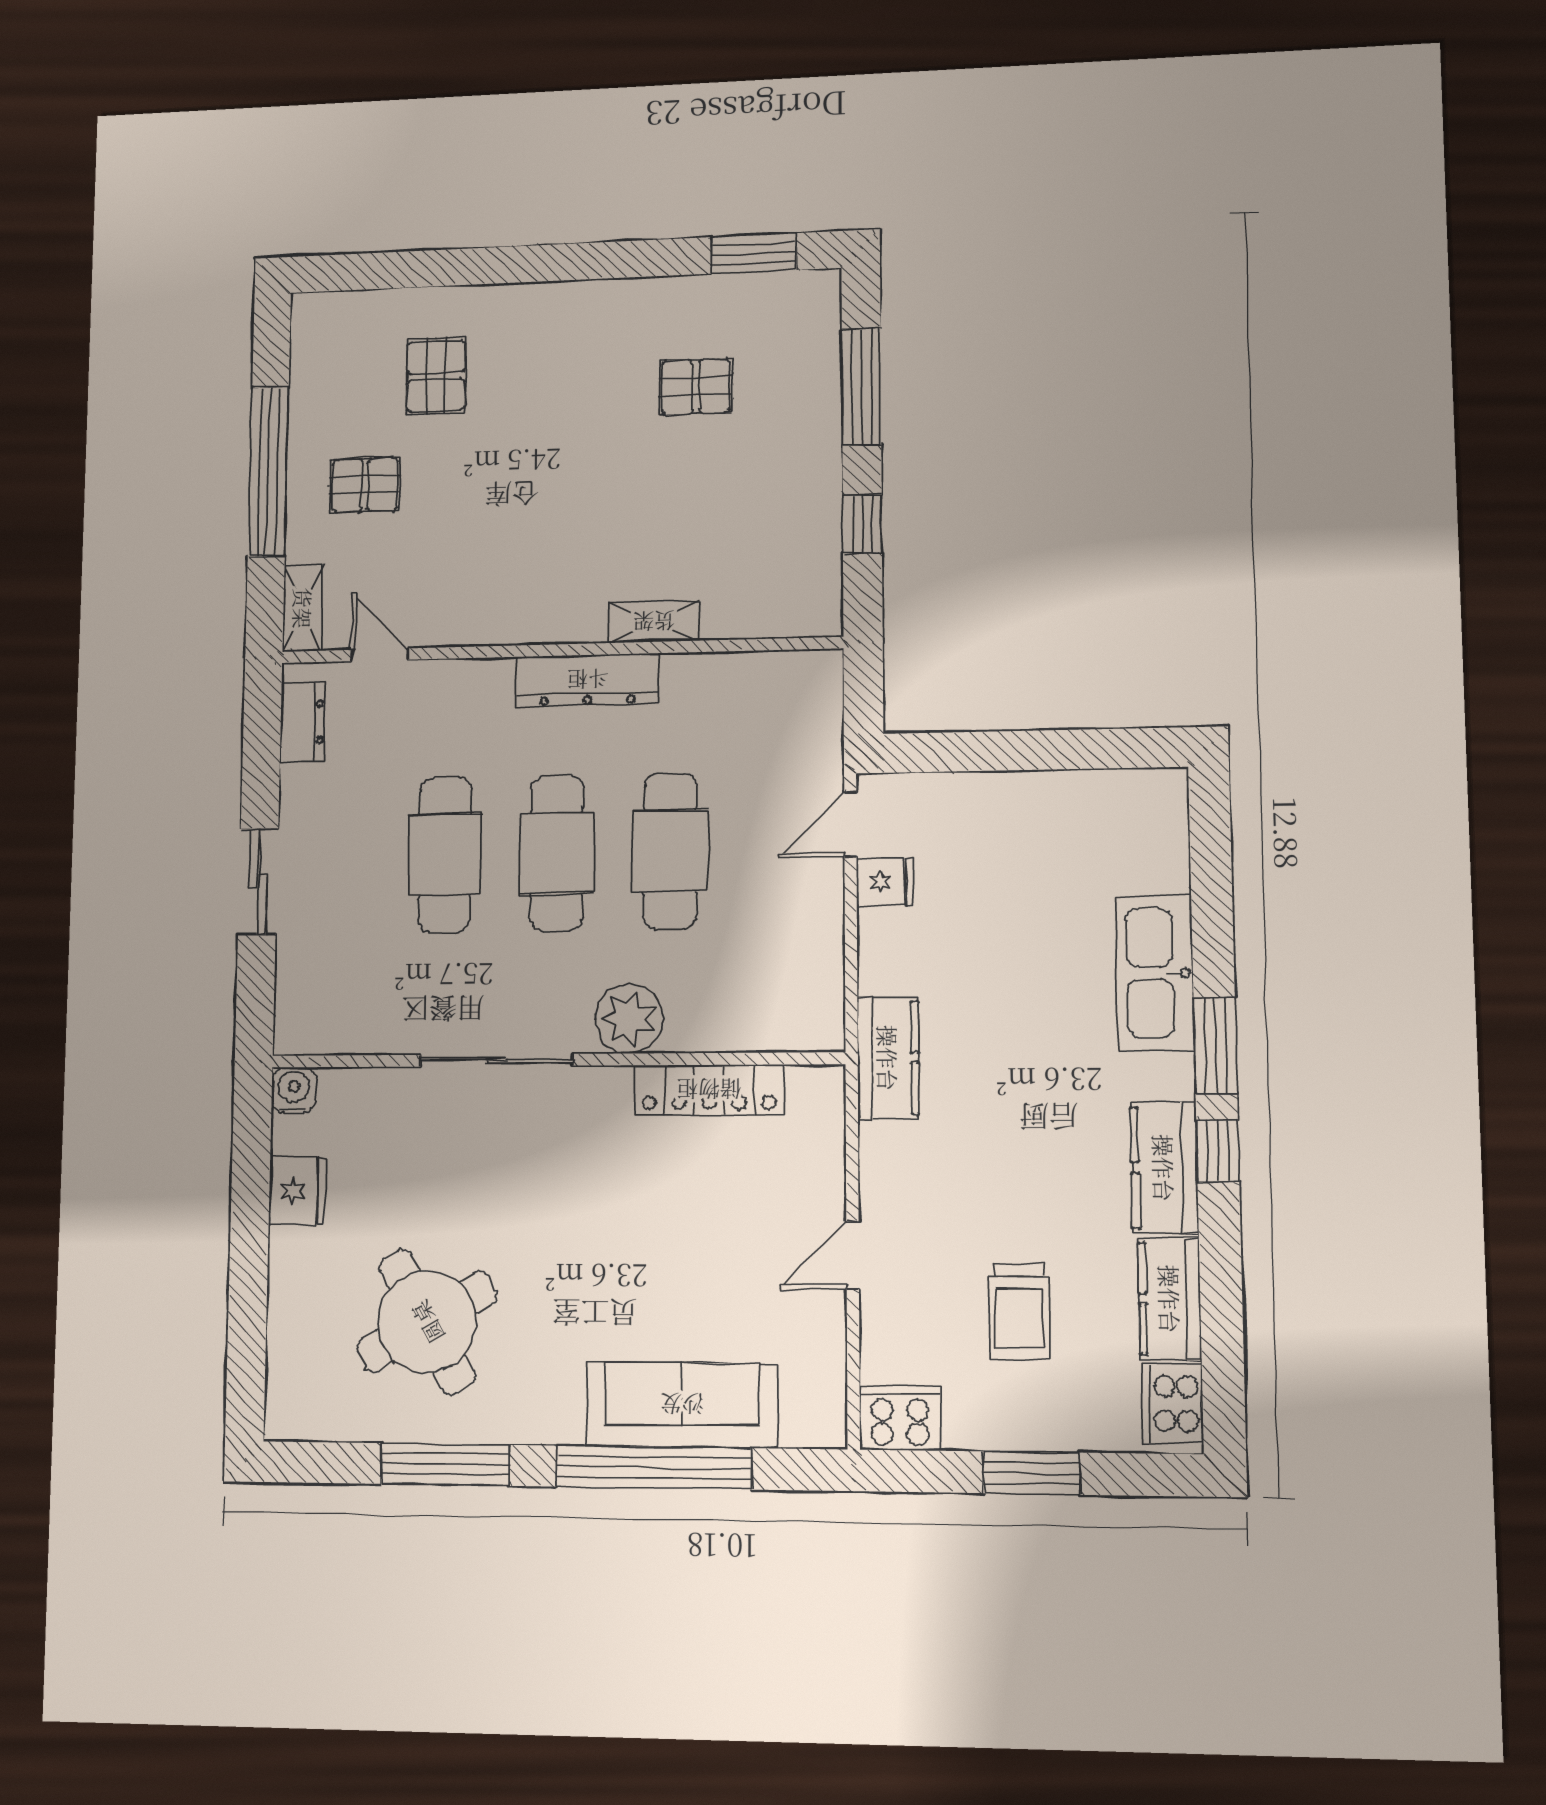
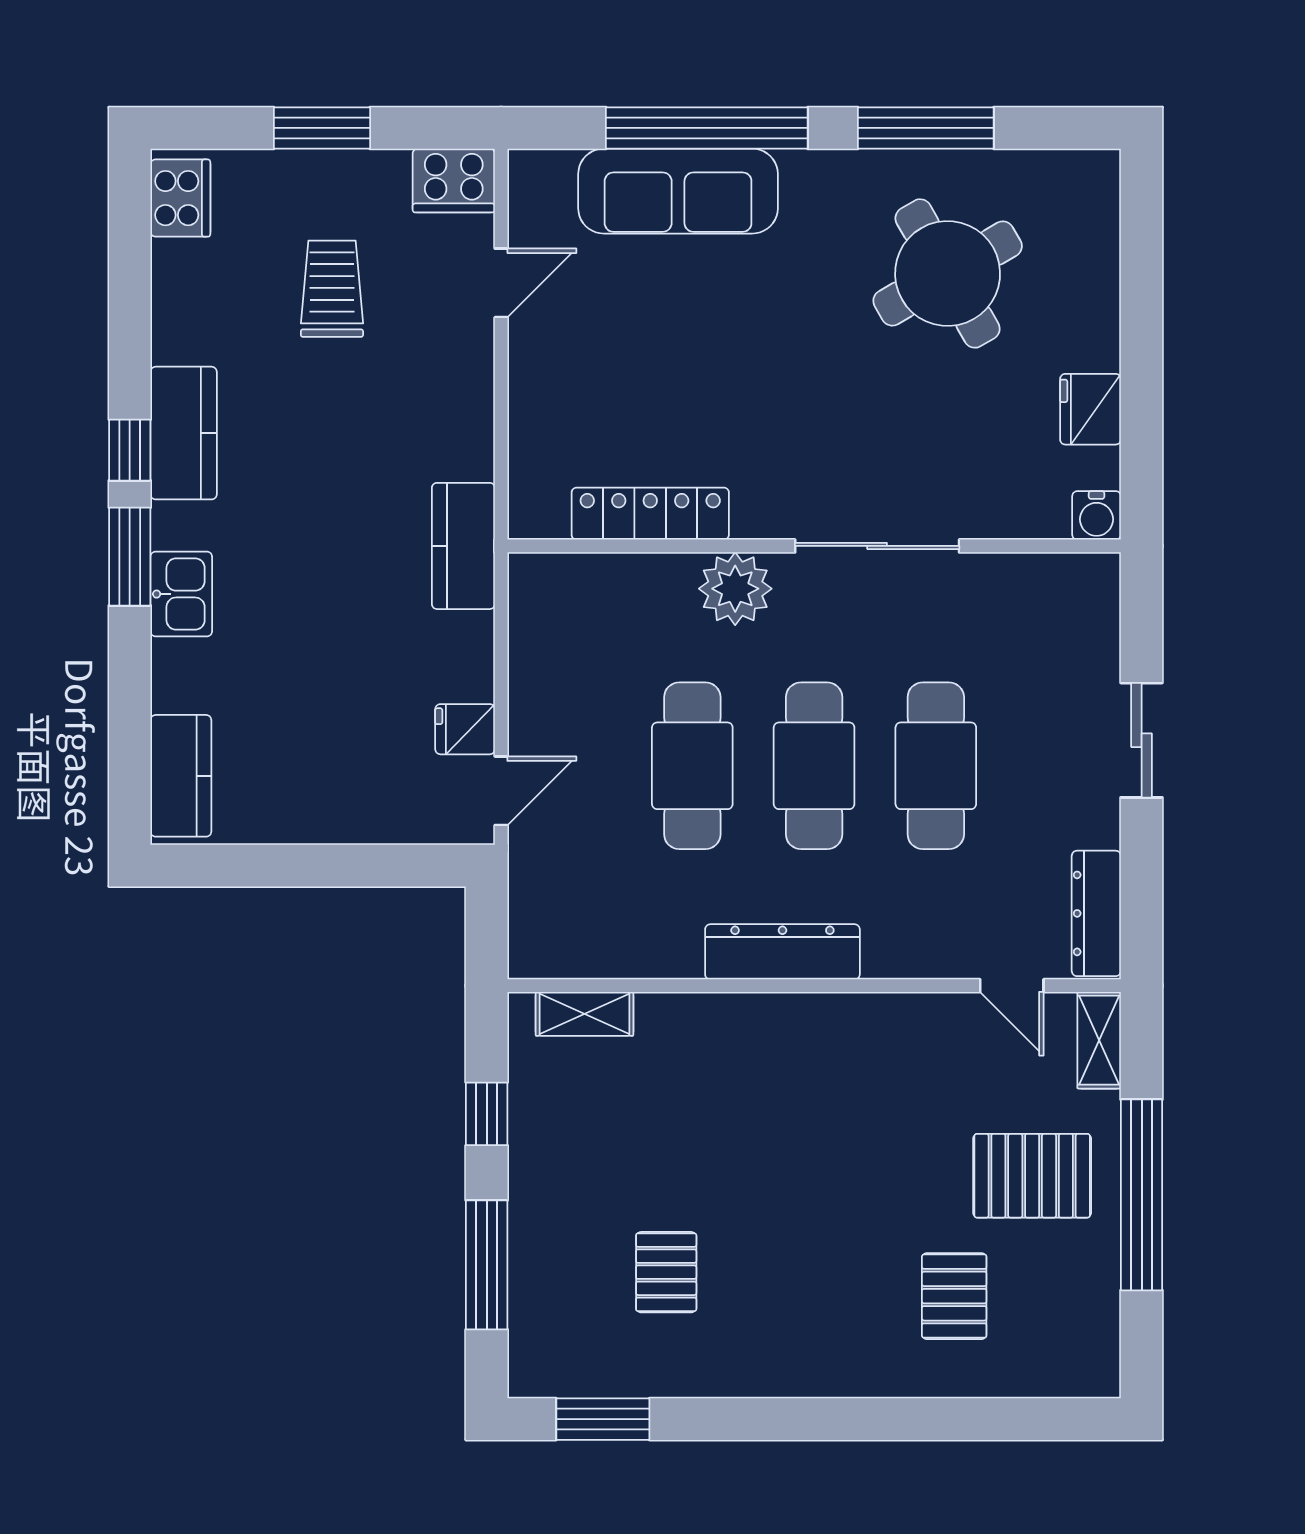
pallet: (696, 387) -> (666, 1272), turned 90
pallet: (365, 485) -> (1032, 1176), width x1.50, depth x1.42
shelving: (654, 622) -> (584, 1014), moved
dresser: (302, 722) -> (1096, 913), width x1.44
kitchen sink: (1155, 973) -> (181, 594), width x0.53, depth x0.81
door: (853, 1255) -> (501, 283), moved
kitchen counter: (1170, 1299) -> (181, 776), moved

